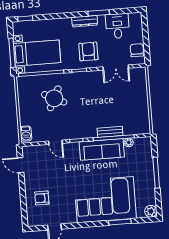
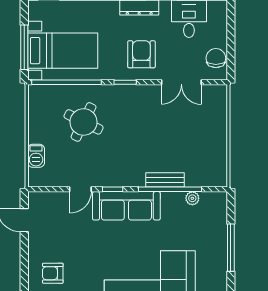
barbecue: (26, 134) -> (36, 156), moved
door: (56, 142) -> (80, 189), hinge flipped
sofa: (102, 149) -> (126, 206), moved

